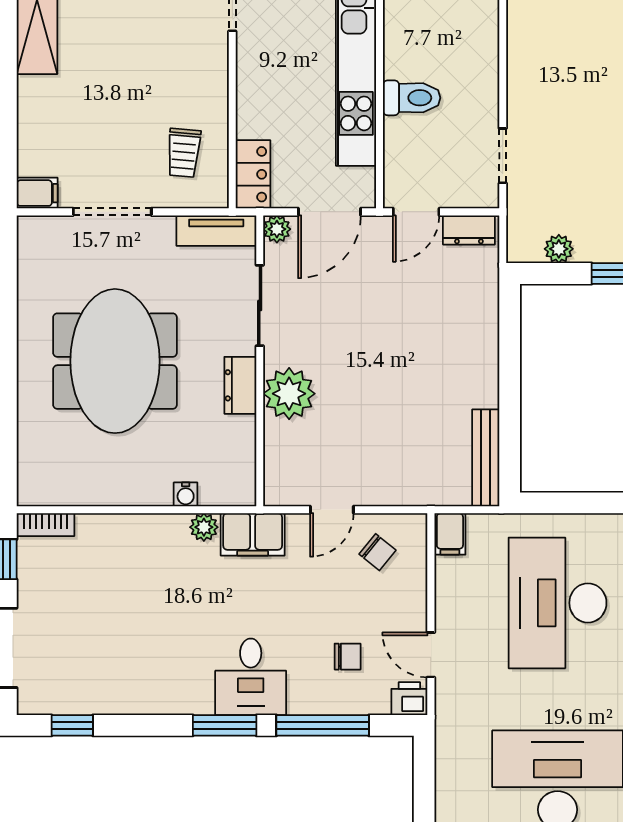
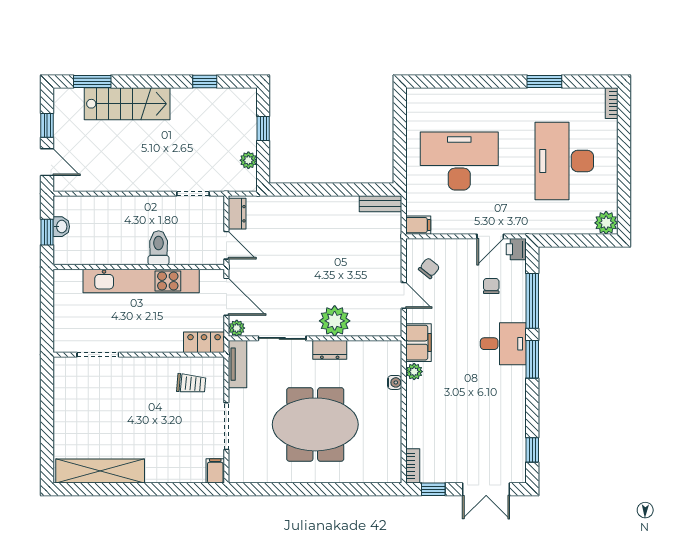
bench: (486, 458) -> (381, 204), width x0.73
desk: (558, 603) -> (459, 161), turned 180

